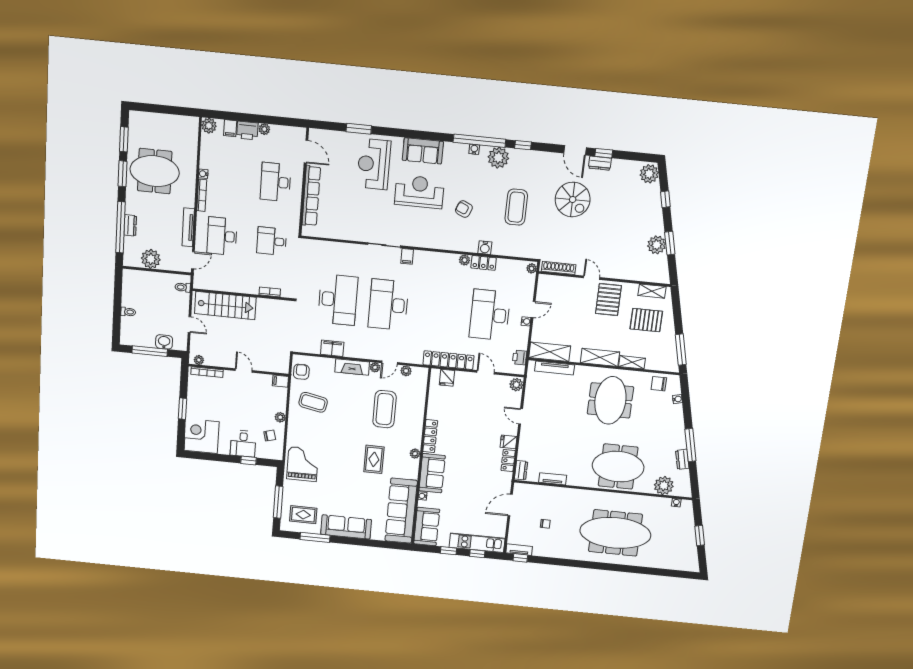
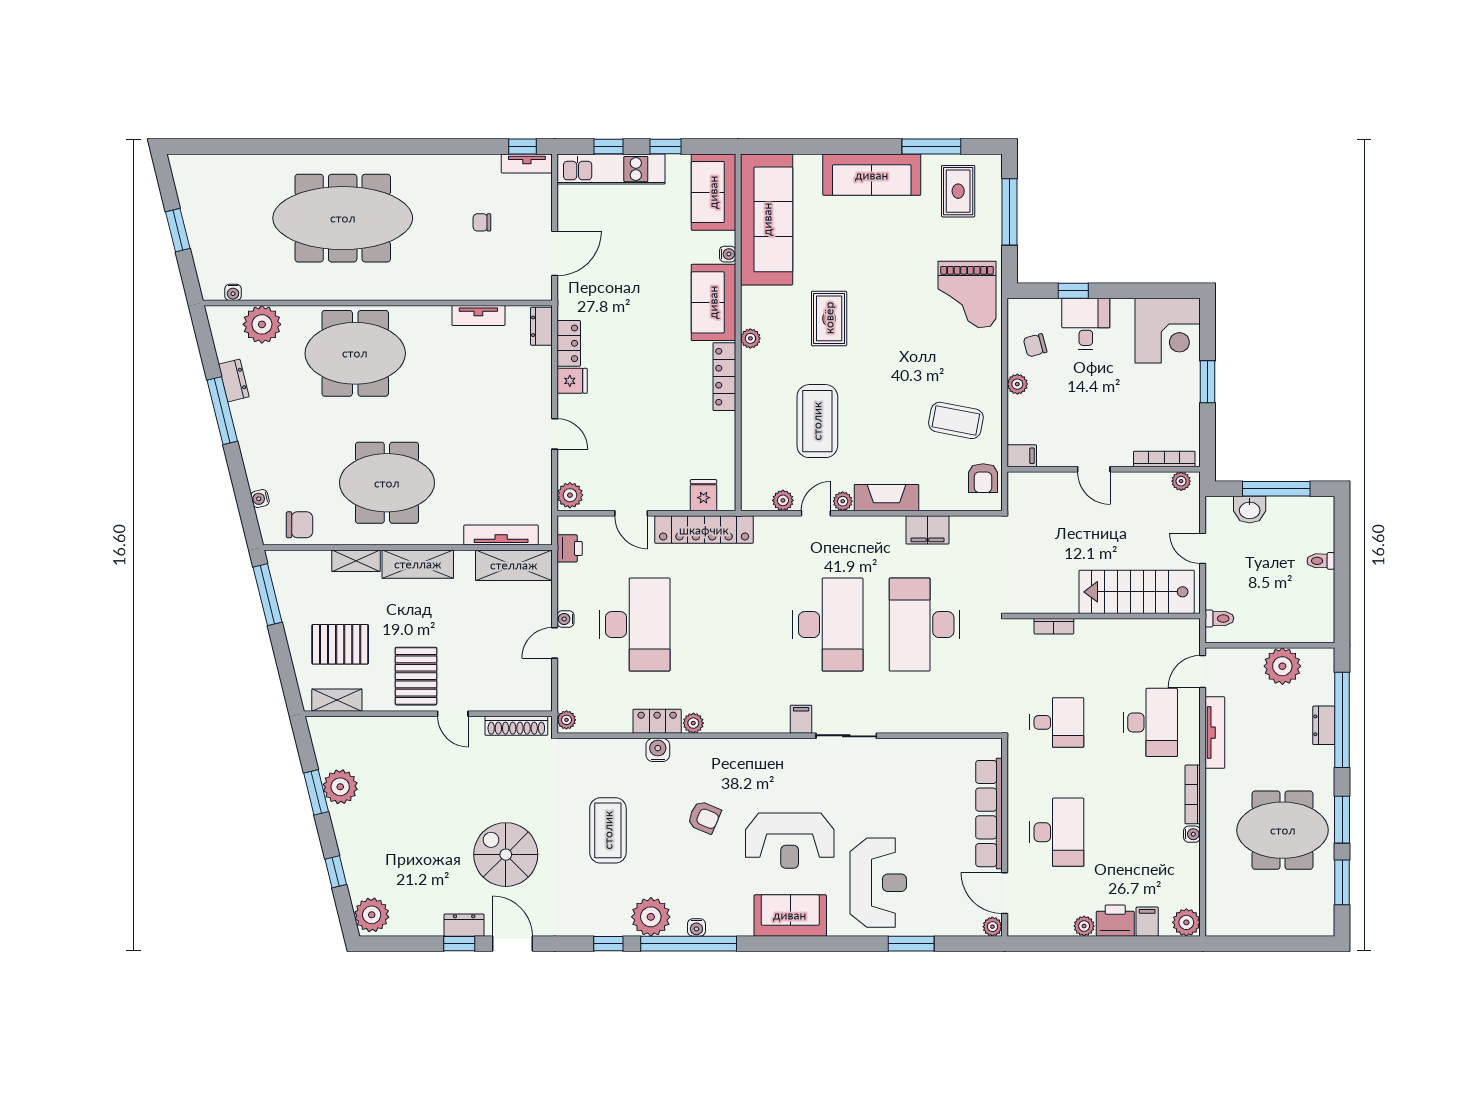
plant: (314, 134) -> (992, 927), added
meeting table: (610, 400) -> (387, 483), turned 90
rug: (303, 515) -> (958, 191), turned 90

